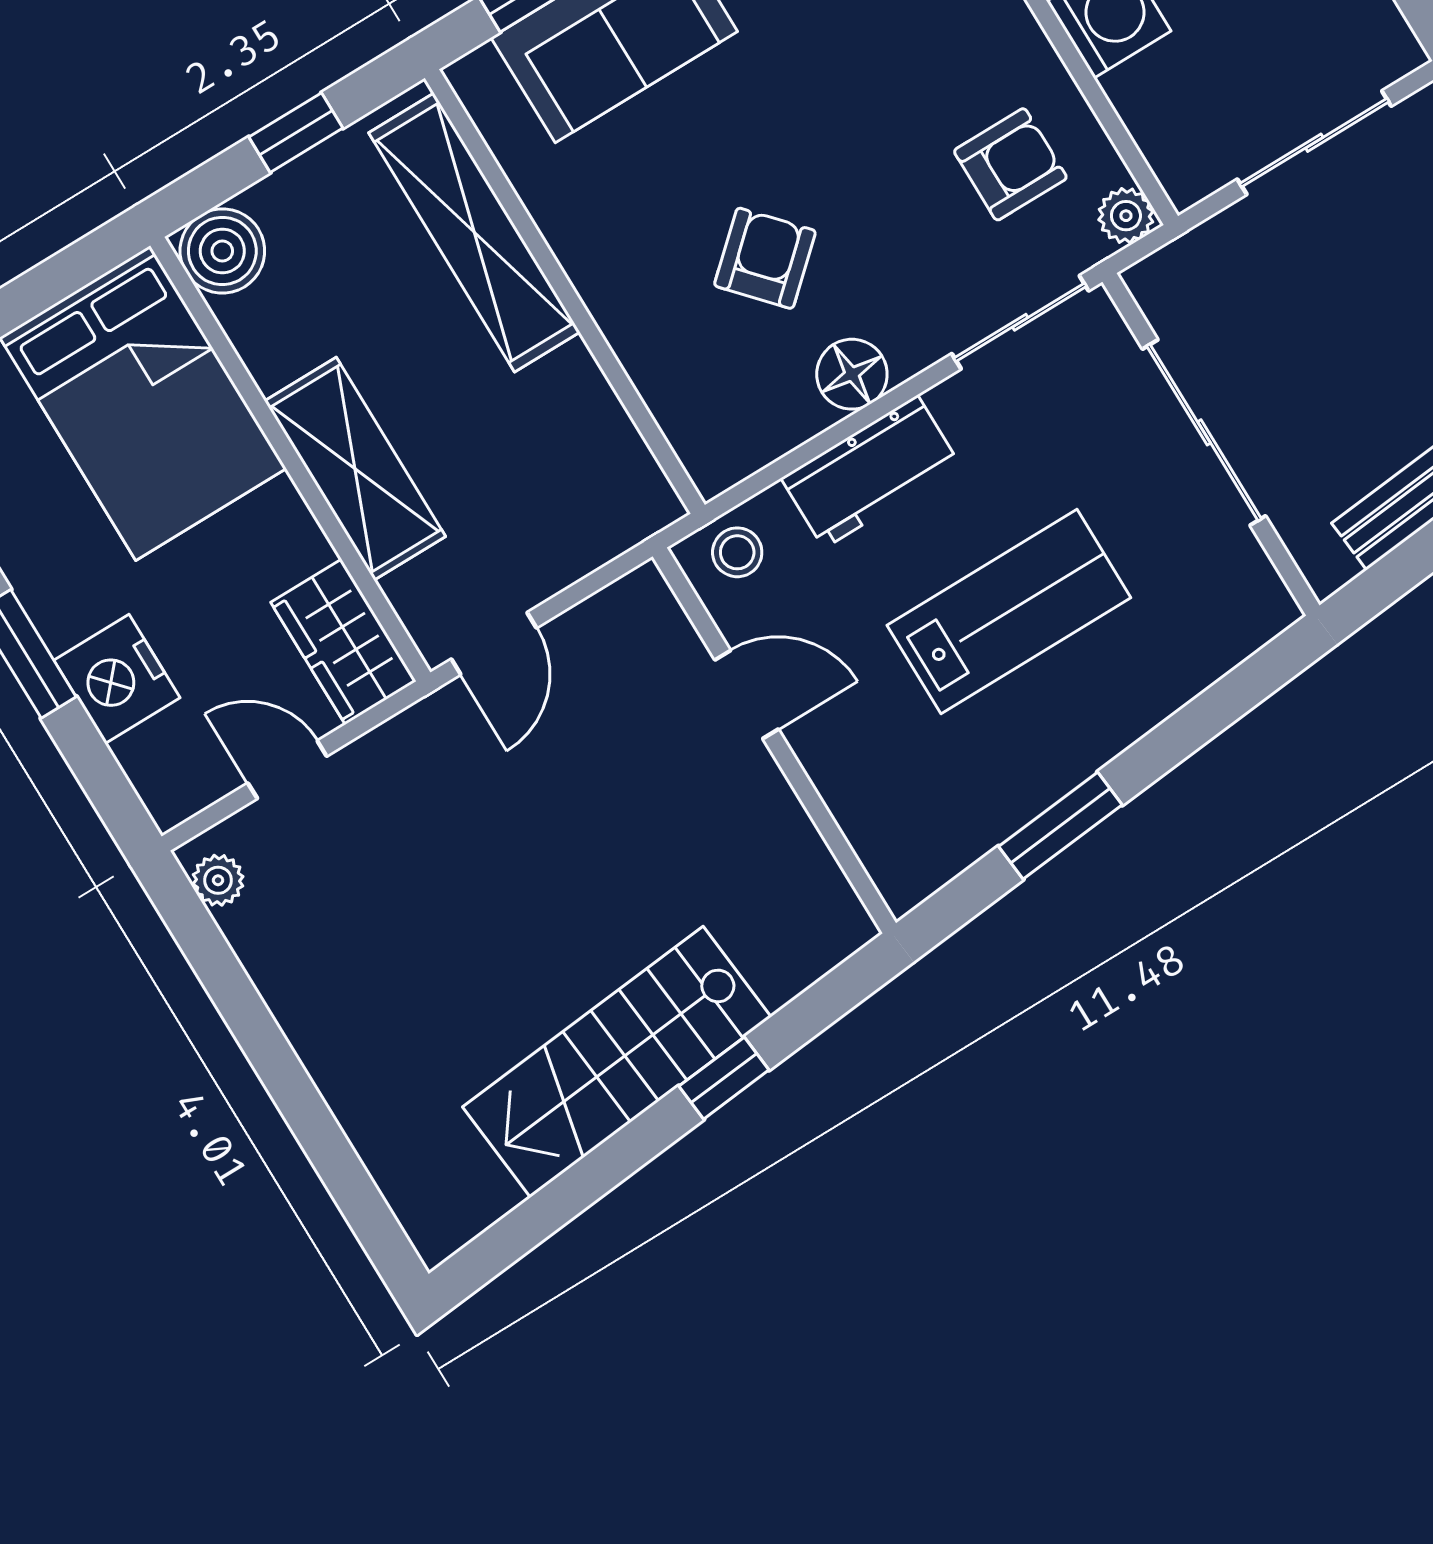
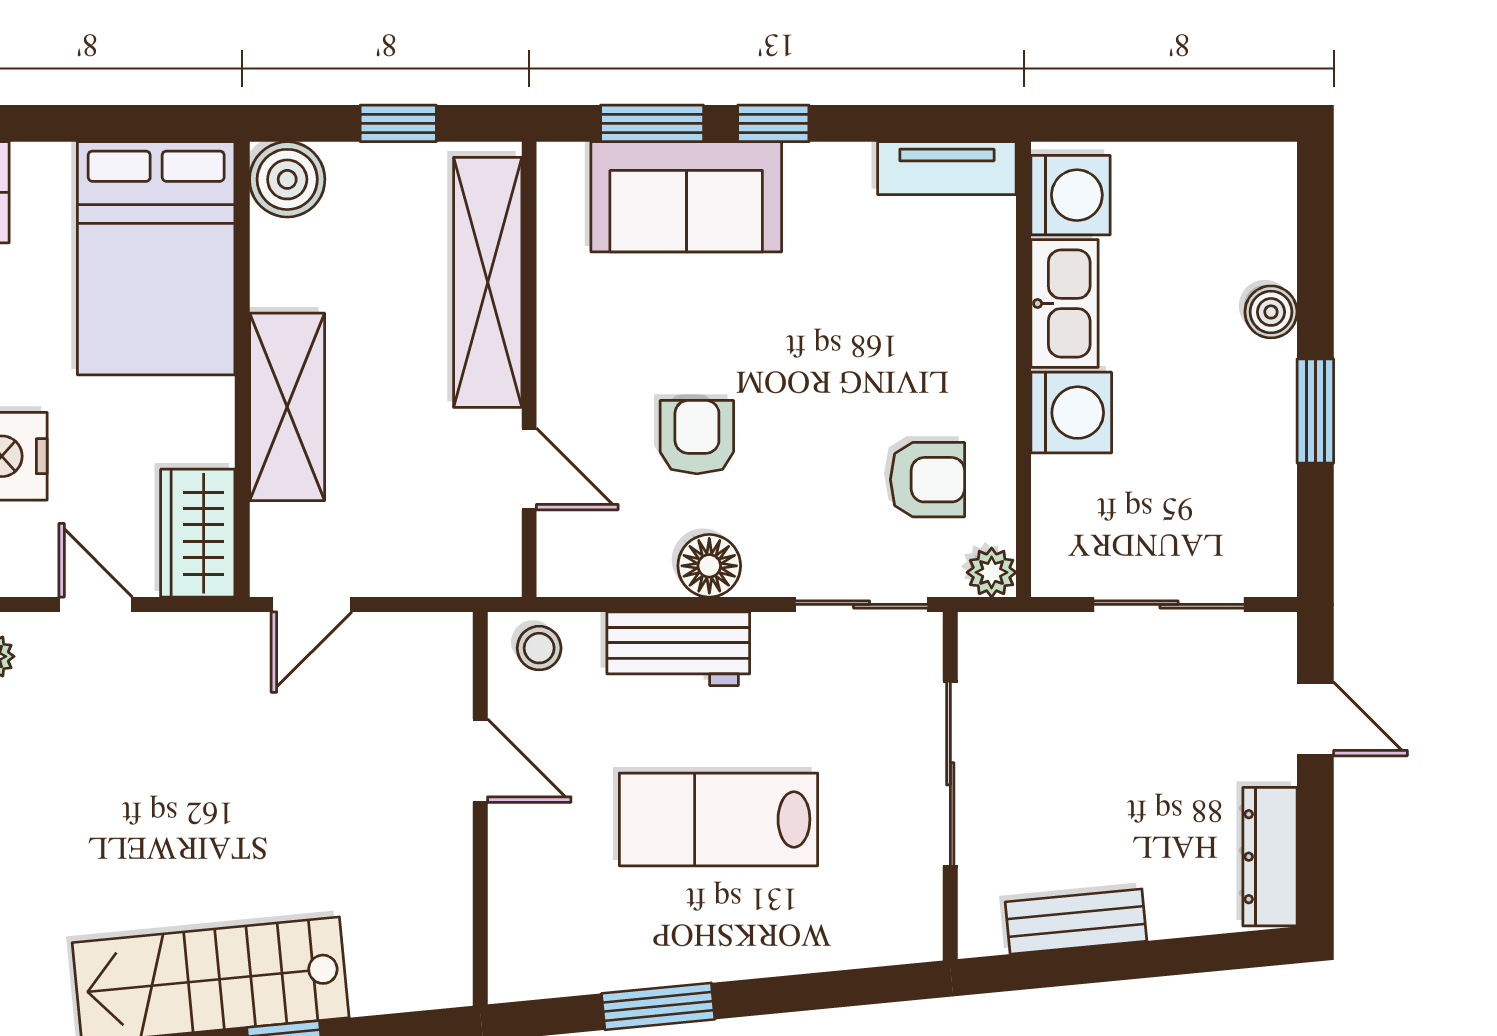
armchair: (765, 258) -> (697, 437), turned -48
door: (623, 387) -> (529, 469), added
lab bench: (1009, 612) -> (719, 819), turned 180

